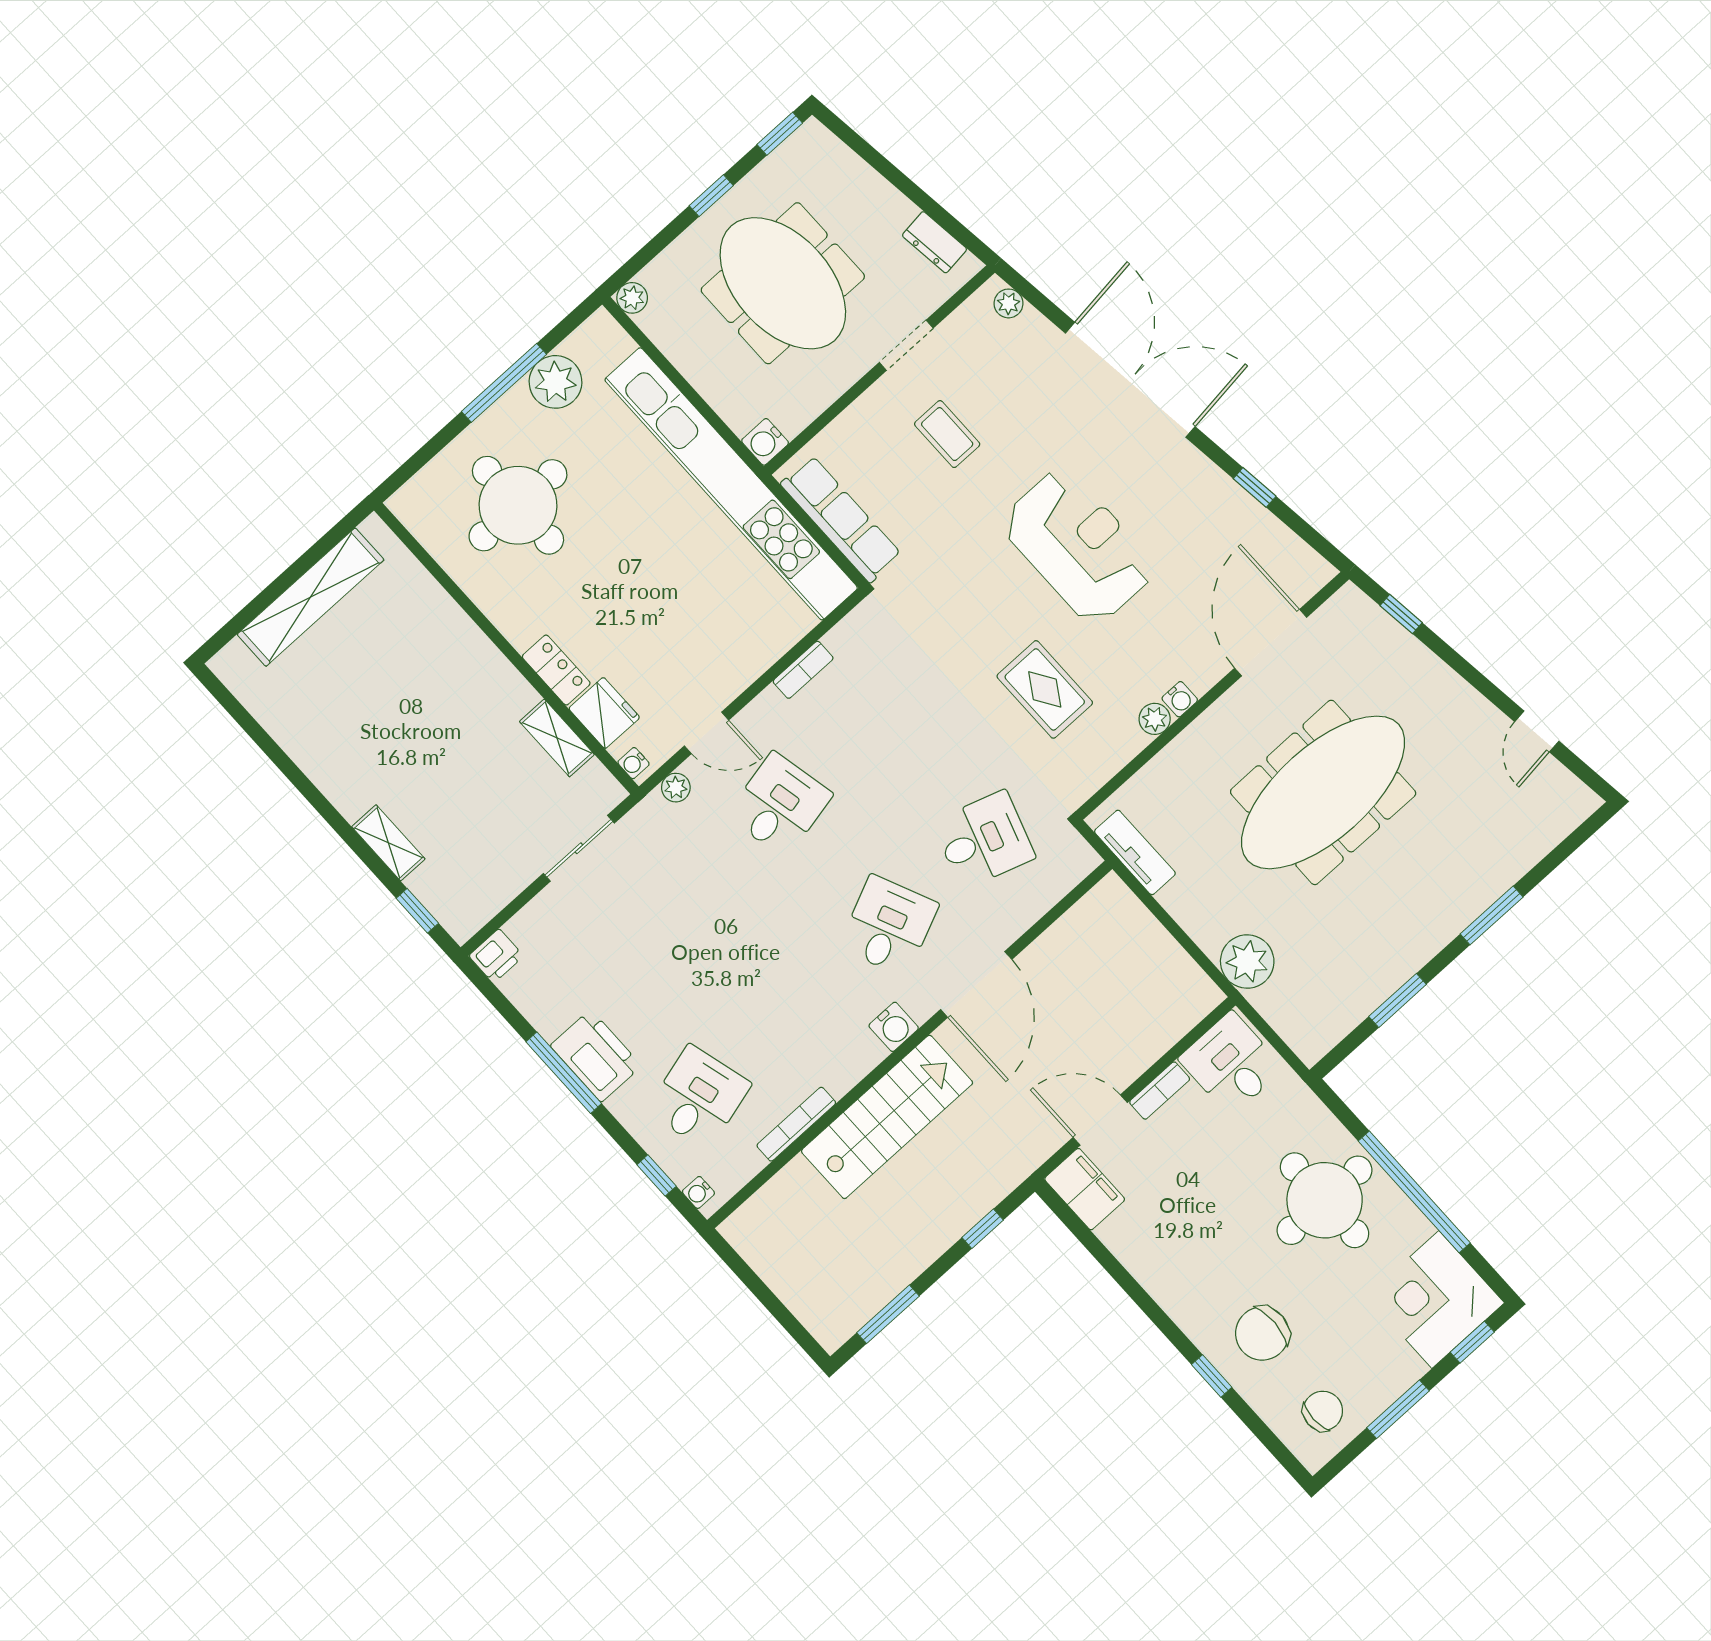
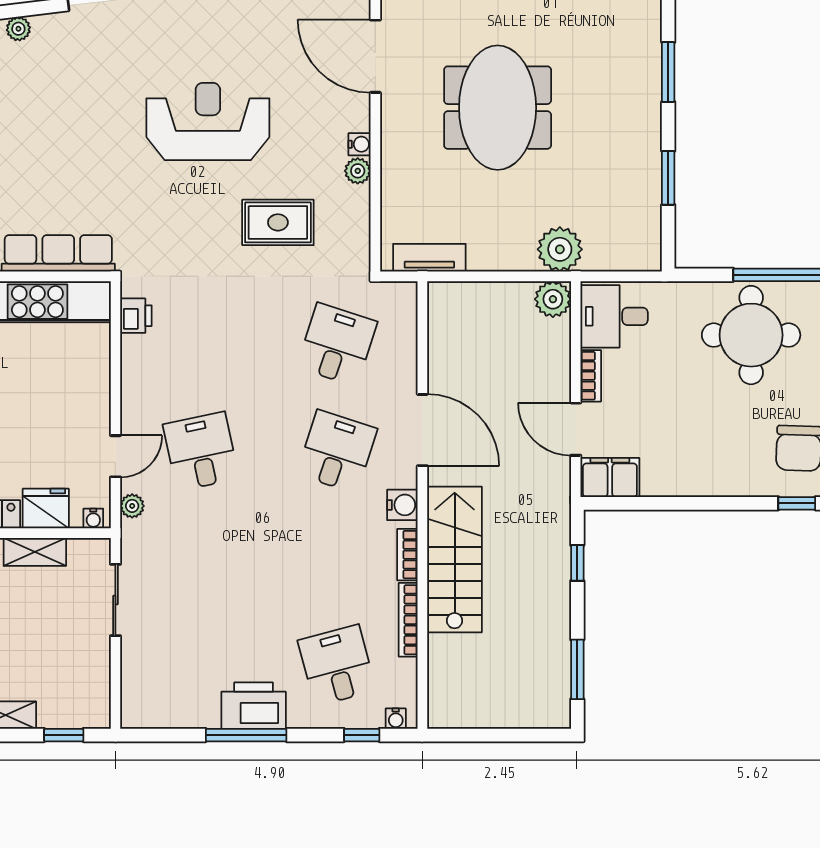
coffee table: (947, 434) -> (65, 140), removed
bookcase: (803, 670) -> (407, 555), moved, turned 180
meeting table: (1323, 792) -> (498, 108), width x0.73
desk: (889, 926) -> (337, 451), turned 42
printer: (496, 956) -> (136, 316), moved
plant: (1197, 995) -> (553, 299), added
door: (1100, 1120) -> (576, 429), hinge flipped

